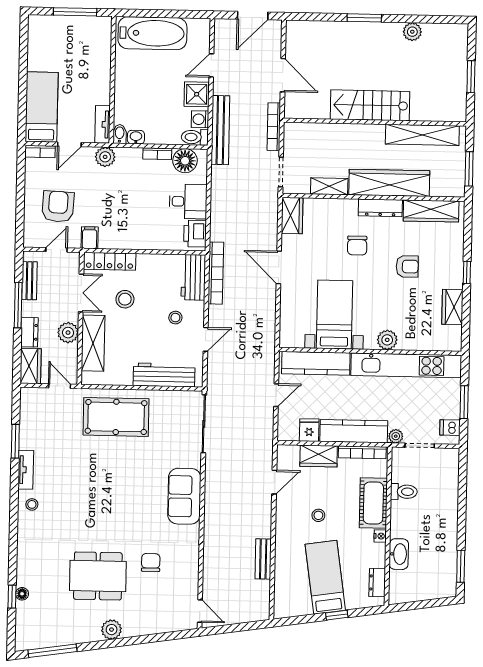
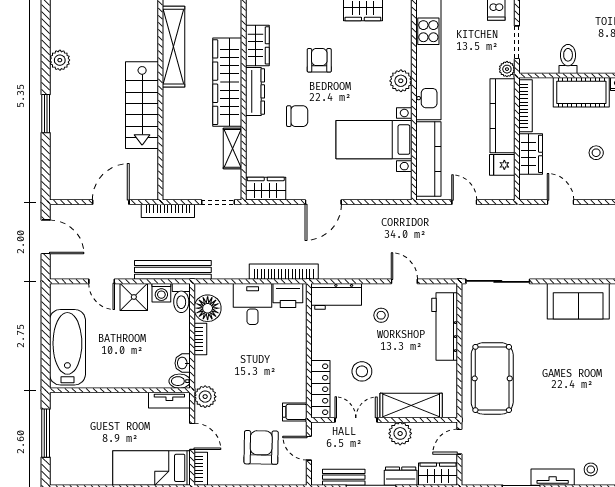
armchair: (58, 207) -> (261, 447), turned 88
wardrobe: (431, 211) -> (257, 45), width x0.67
bookcase: (216, 273) -> (284, 272), moved

